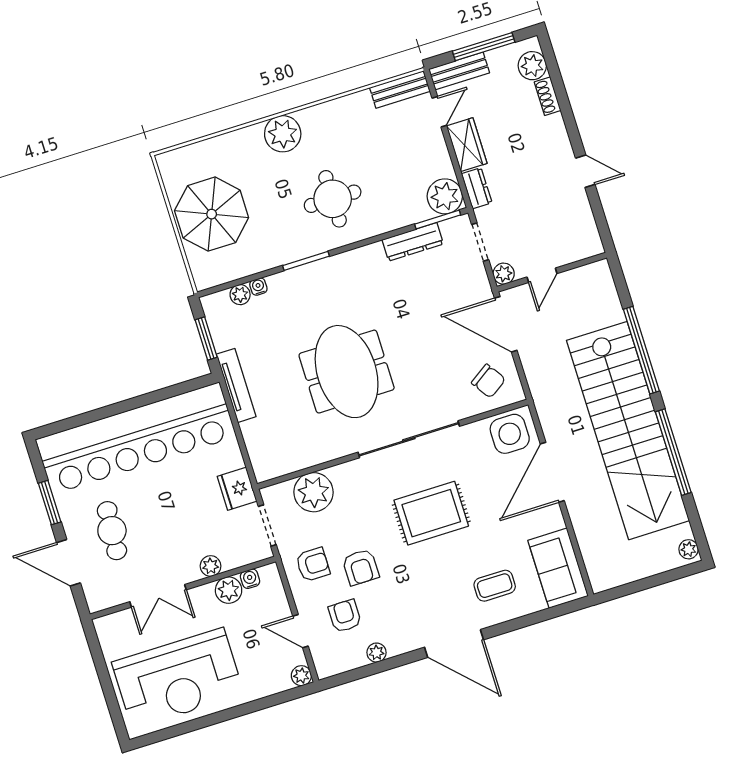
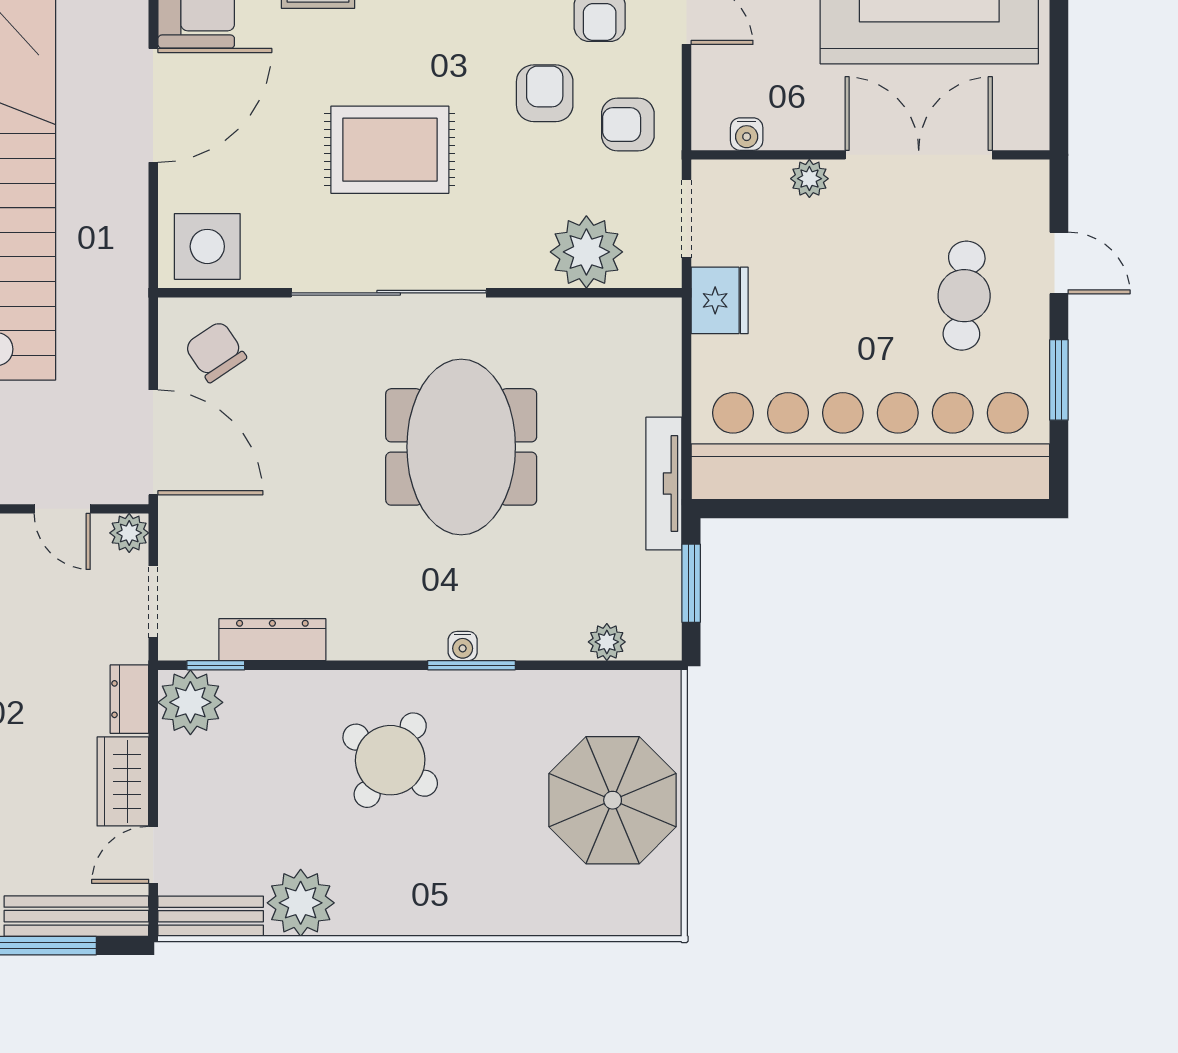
bench: (459, 71) -> (76, 916), width x1.36
plant: (283, 134) -> (301, 903), moved
round table: (333, 199) -> (390, 760), turned 34
window: (438, 220) -> (216, 665), width x0.67
door: (542, 275) -> (62, 509), swing flipped
water cooler: (258, 287) -> (463, 646), moved
door: (552, 472) -> (153, 105), moved
door: (68, 563) -> (1059, 263), width x0.73
plant: (229, 590) -> (791, 126), removed
double door: (158, 596) -> (919, 155), width x1.37

